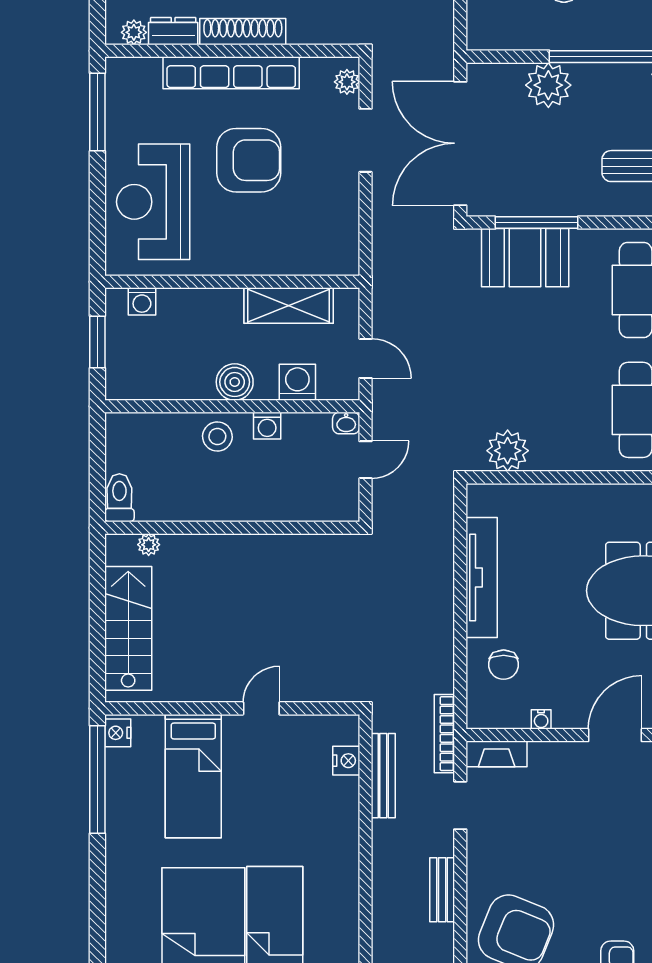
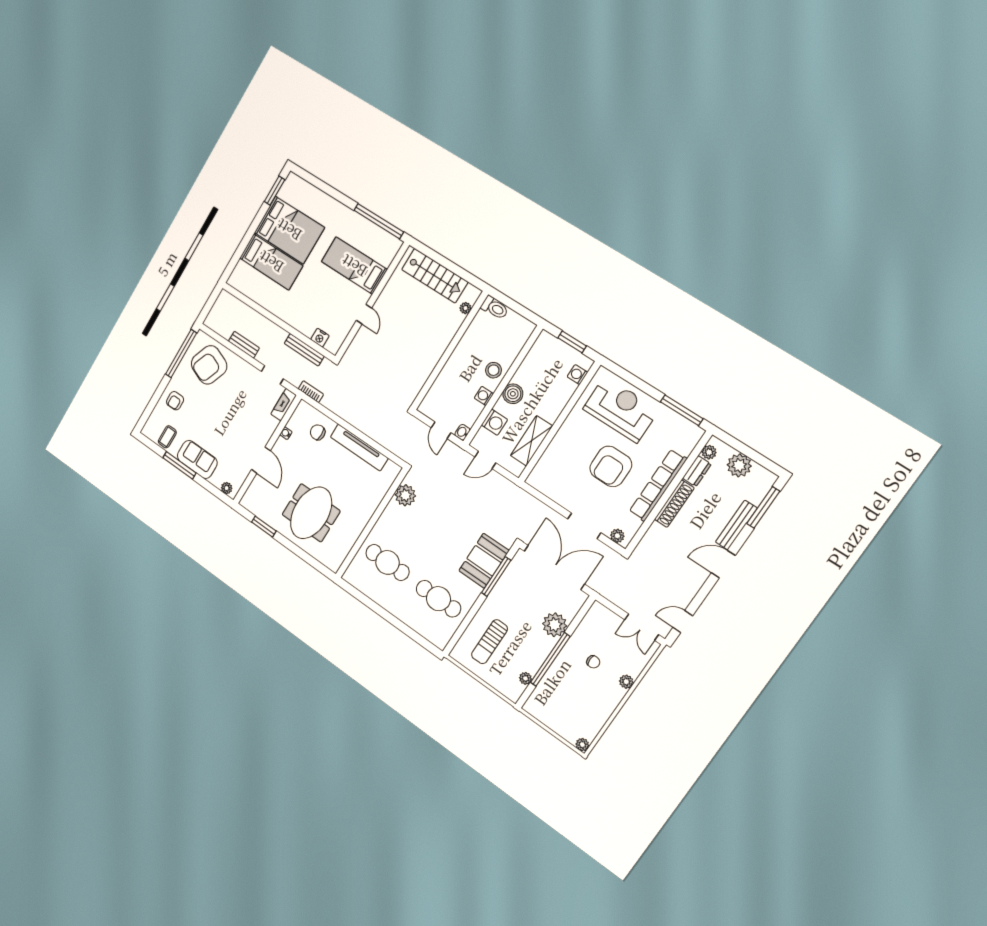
nightstand: (118, 733) -> (393, 243), removed
bookcase: (444, 734) -> (311, 392), width x0.64

